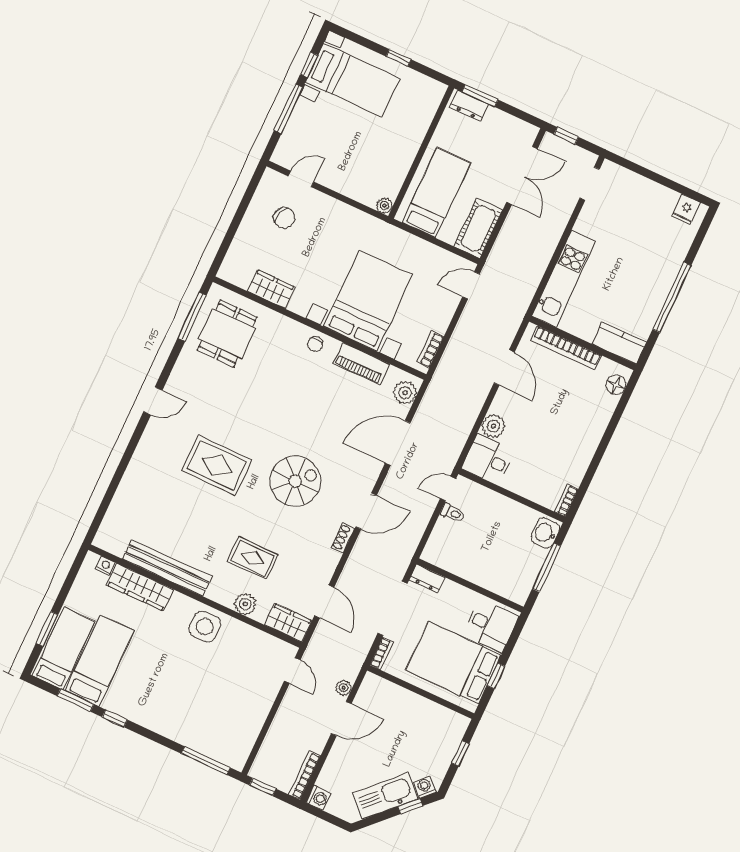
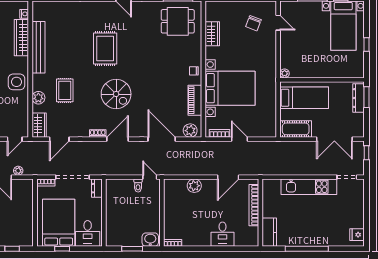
dresser: (469, 106) -> (359, 98), width x1.44
kitchen unit: (564, 279) -> (309, 187), moved
door: (471, 285) -> (239, 139), moved
floor lamp: (616, 385) -> (246, 241), removed
desk: (488, 460) -> (222, 234), moved, turned 180
door: (366, 511) -> (118, 139), swing flipped
window: (546, 567) -> (132, 249), width x0.69

